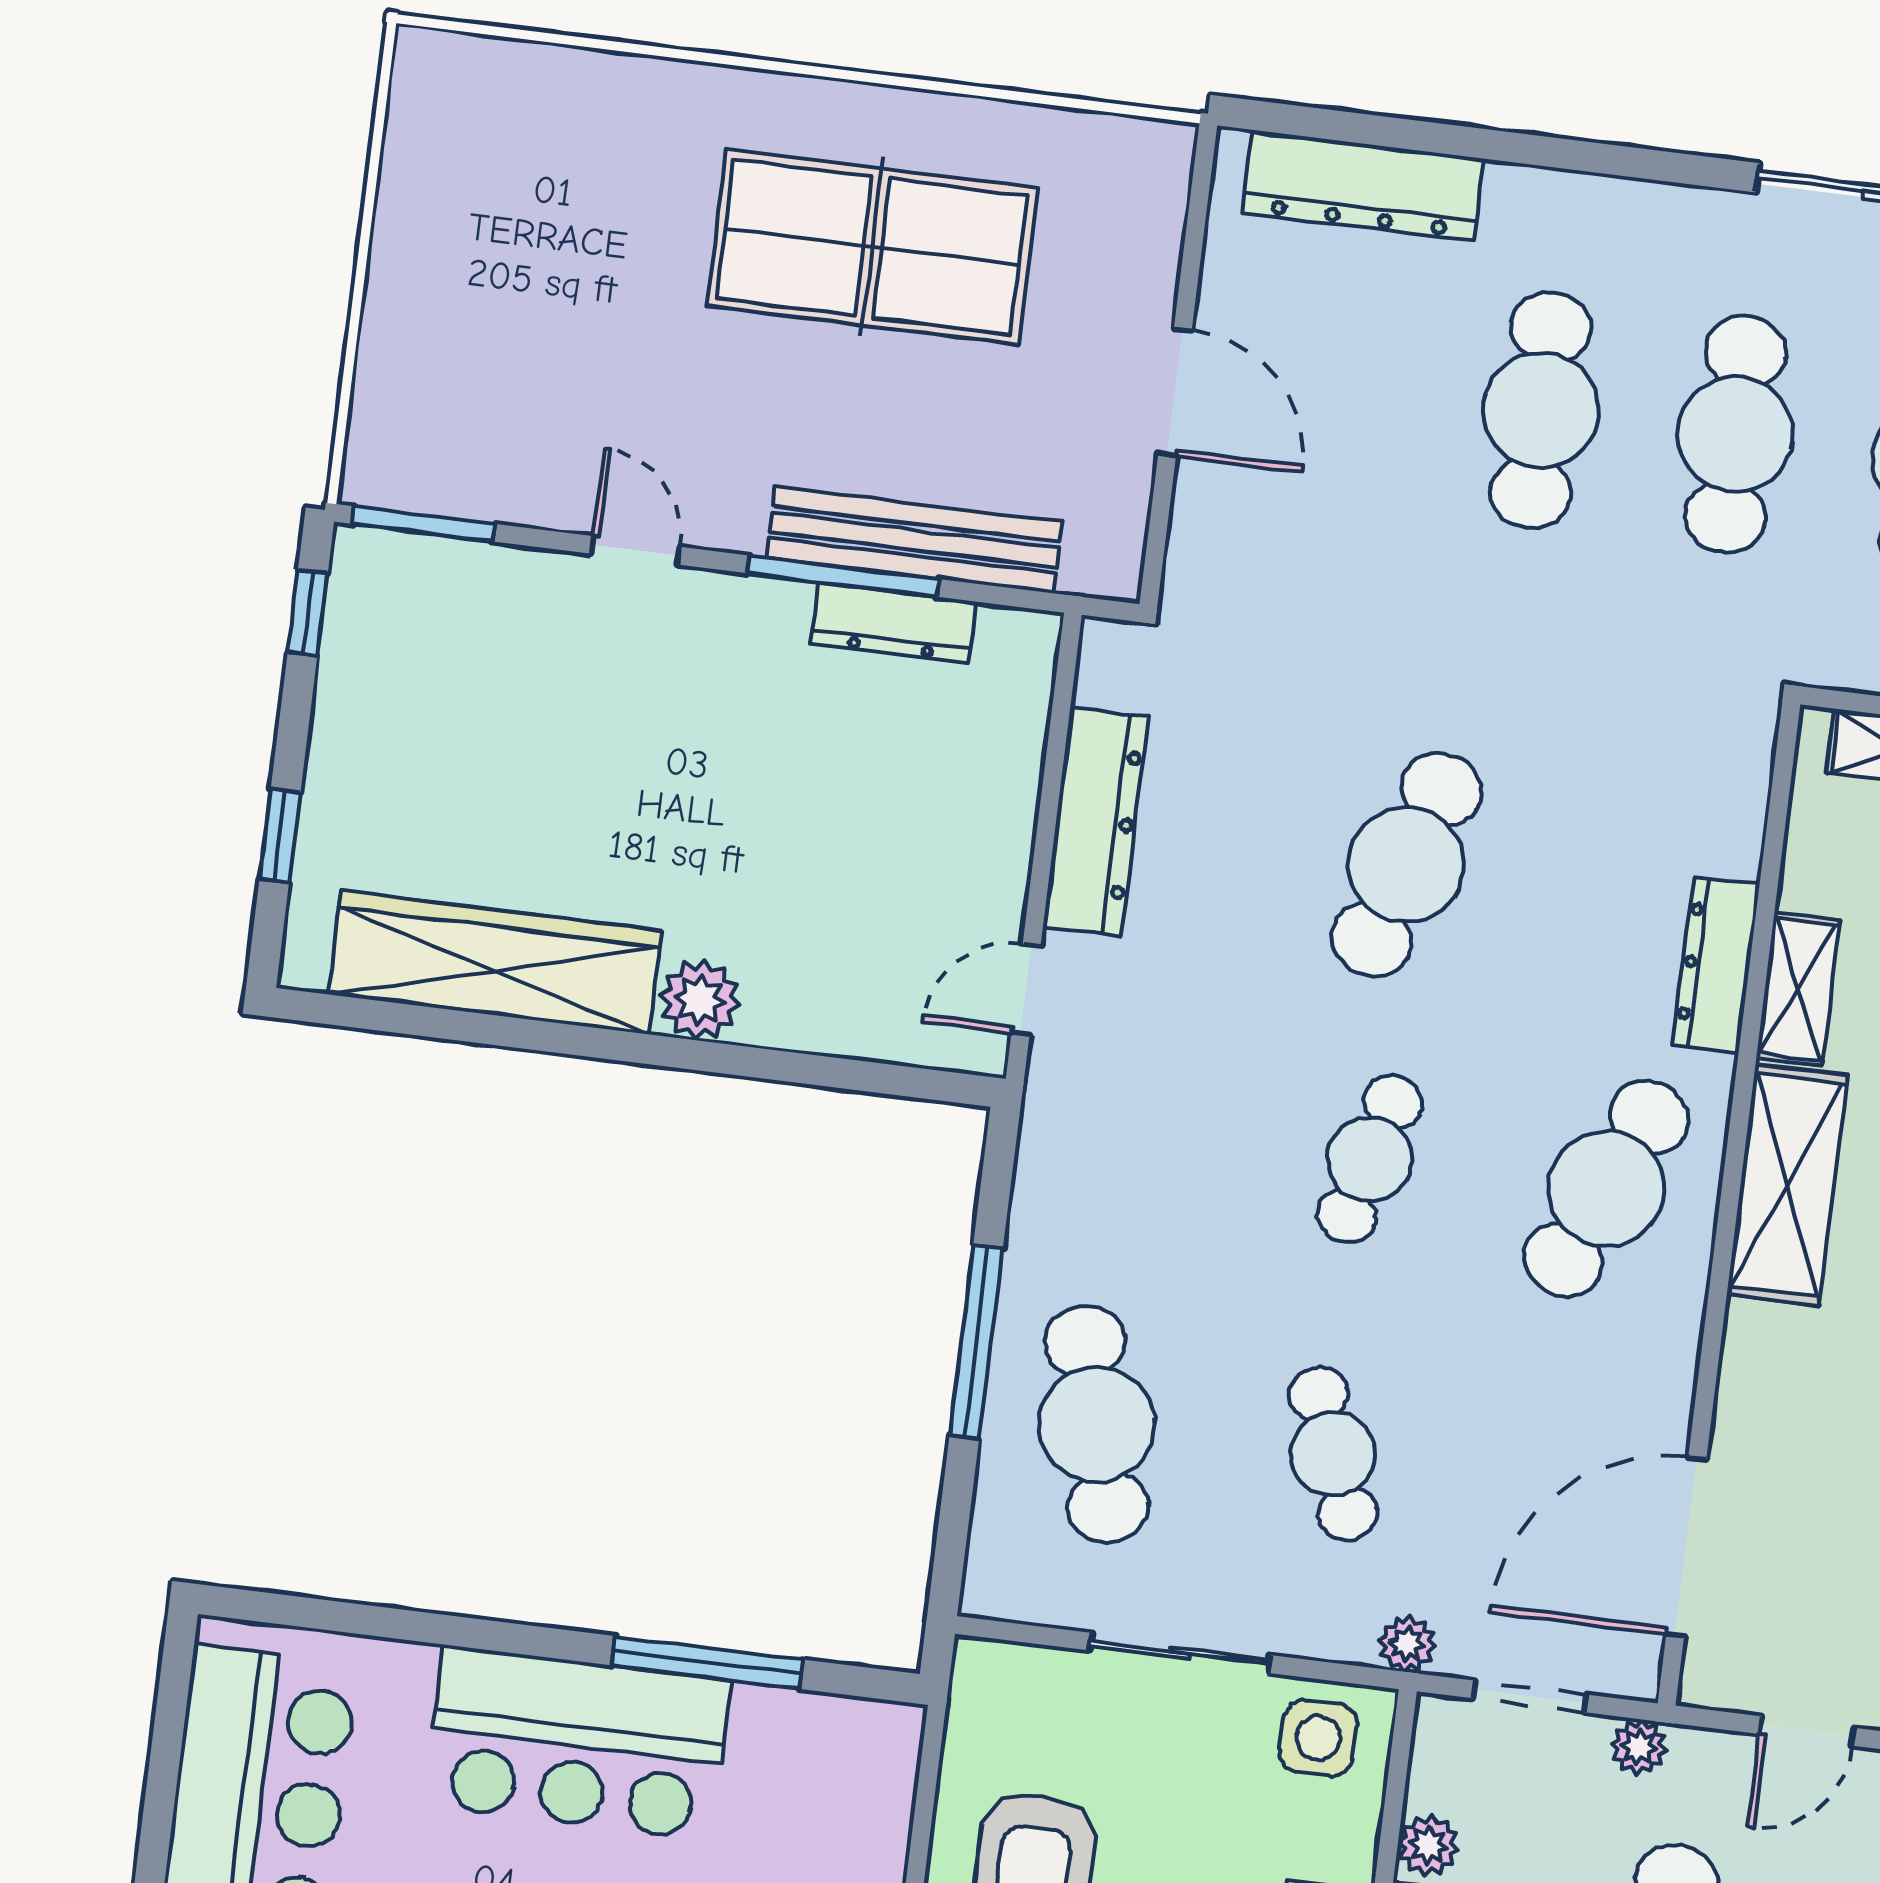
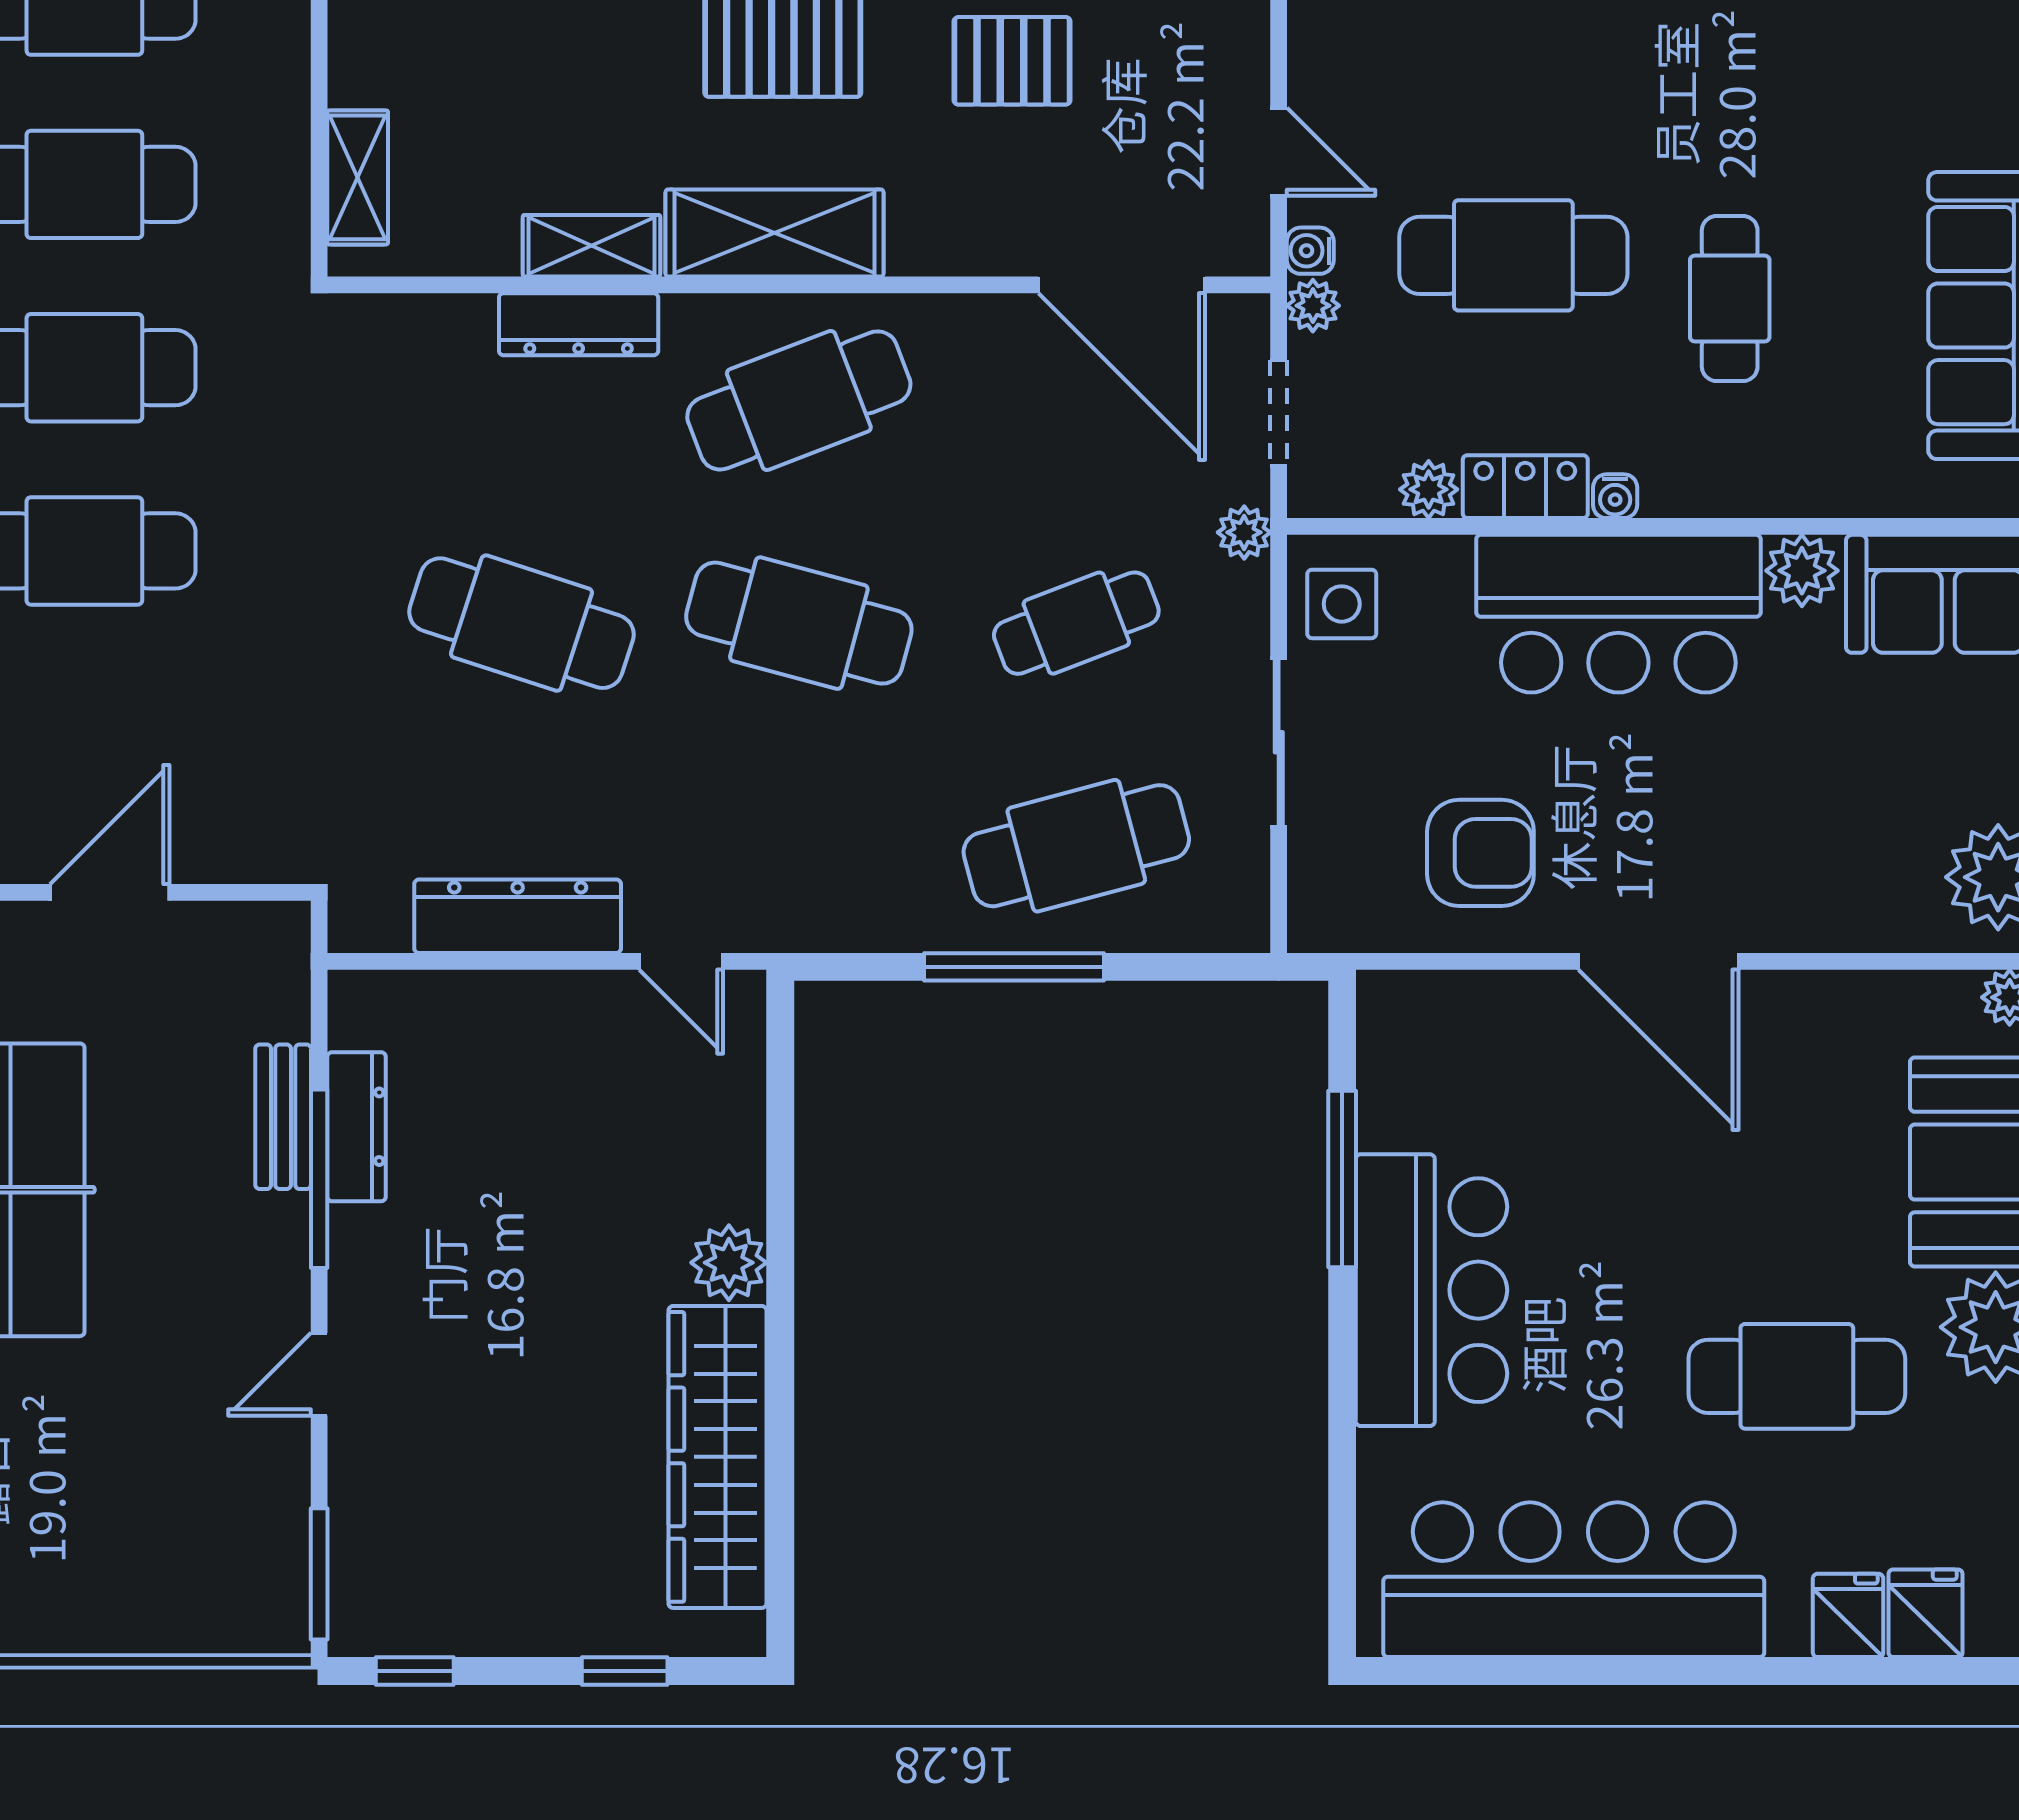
bench: (915, 540) -> (283, 1117), width x0.54, depth x0.82
cafe table: (1370, 1159) -> (799, 623), width x1.37, depth x1.35
cafe table: (1606, 1189) -> (799, 400), turned -45
water cooler: (1698, 1751) -> (1310, 251), added

